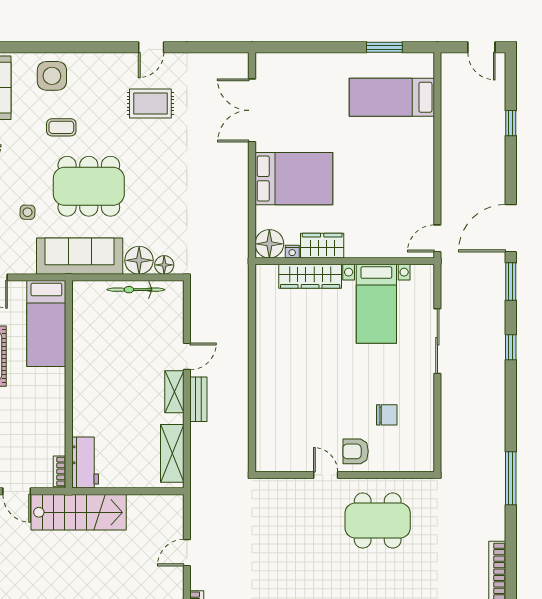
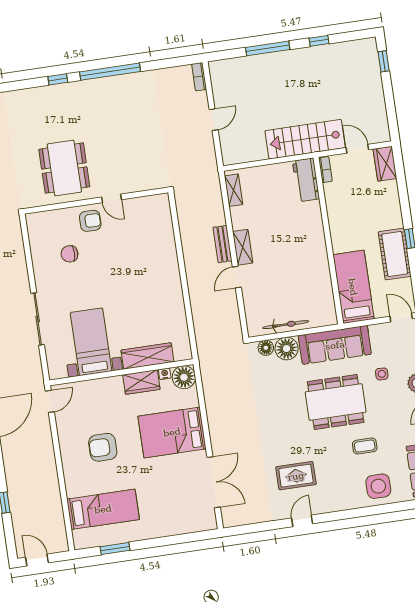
armchair: (381, 173) -> (103, 447), added
shelving: (172, 453) -> (234, 190), width x0.67, depth x0.75
dining table: (378, 520) -> (64, 168), turned 90

